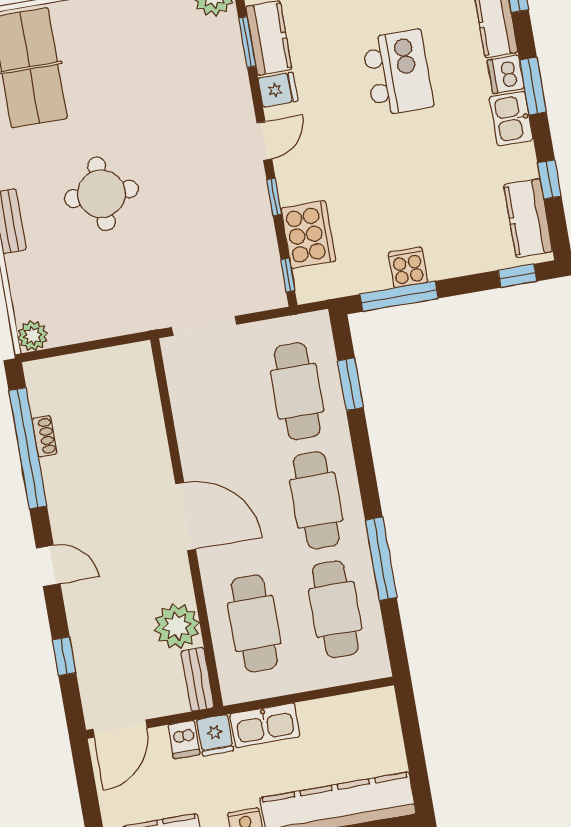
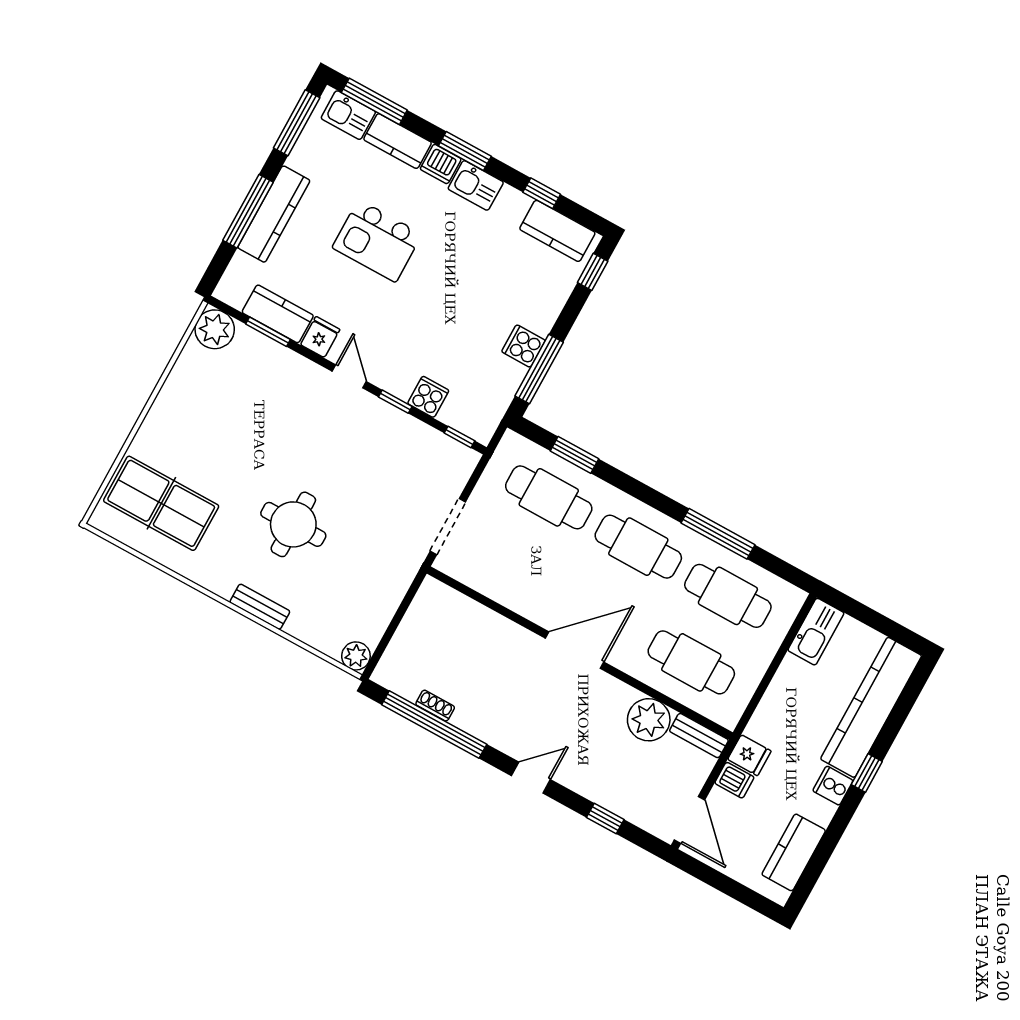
kitchen island: (398, 73) -> (377, 241), turned 180
cooker: (308, 235) -> (428, 397), width x0.53, depth x0.76
kitchen sink: (265, 725) -> (816, 632), moved

